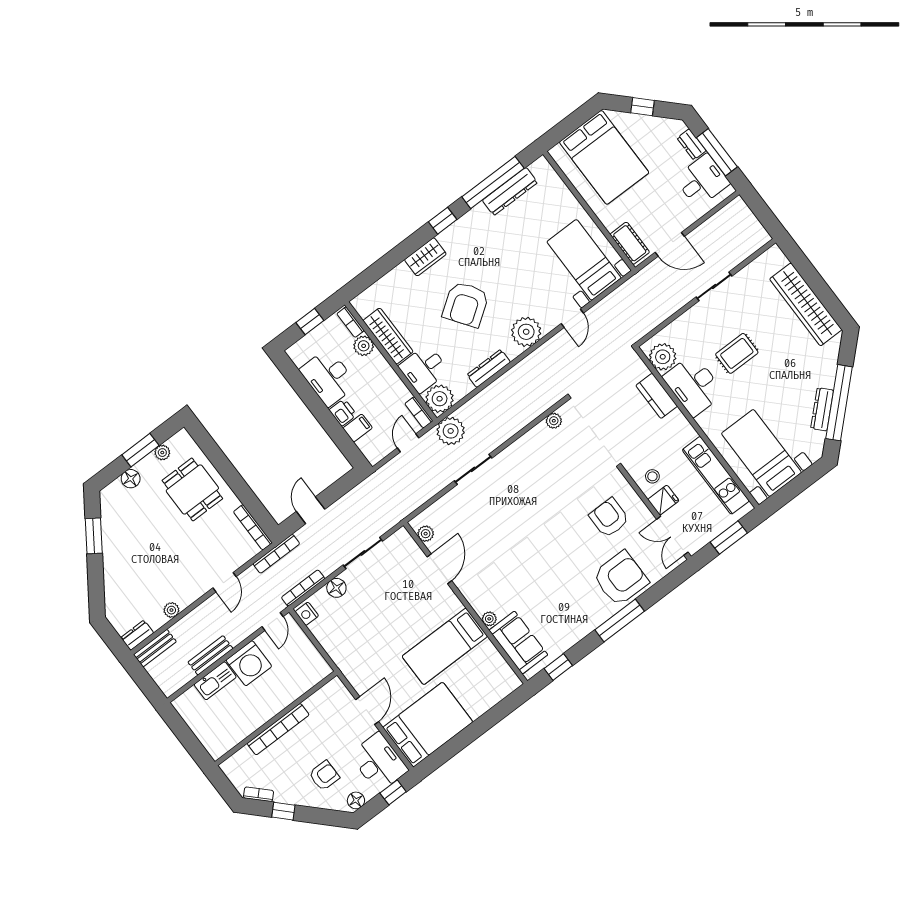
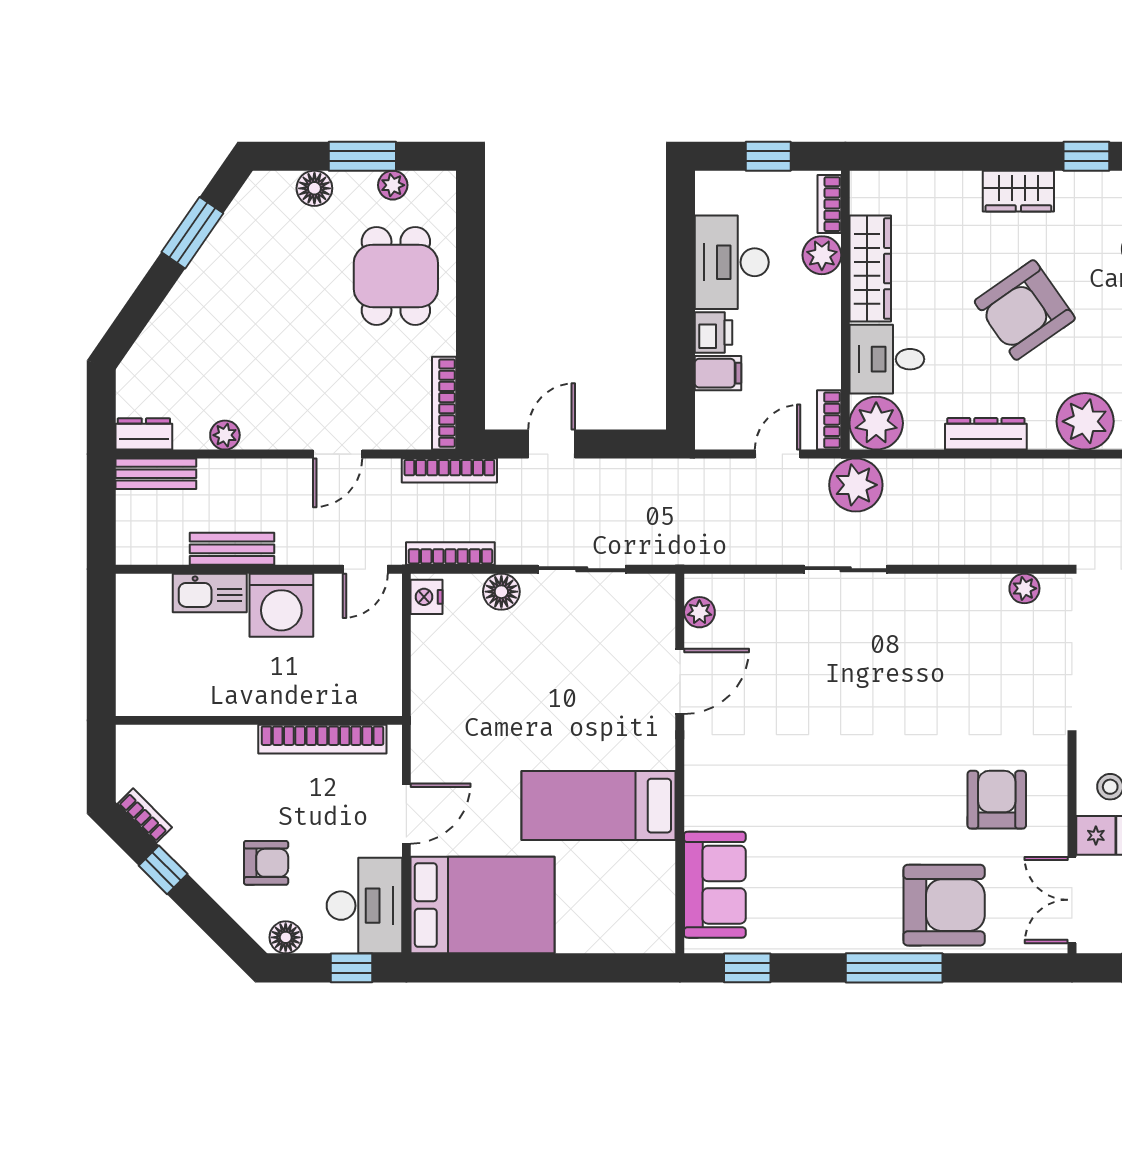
plant: (489, 619) -> (698, 815), removed
bookcase: (278, 729) -> (322, 739), moved

